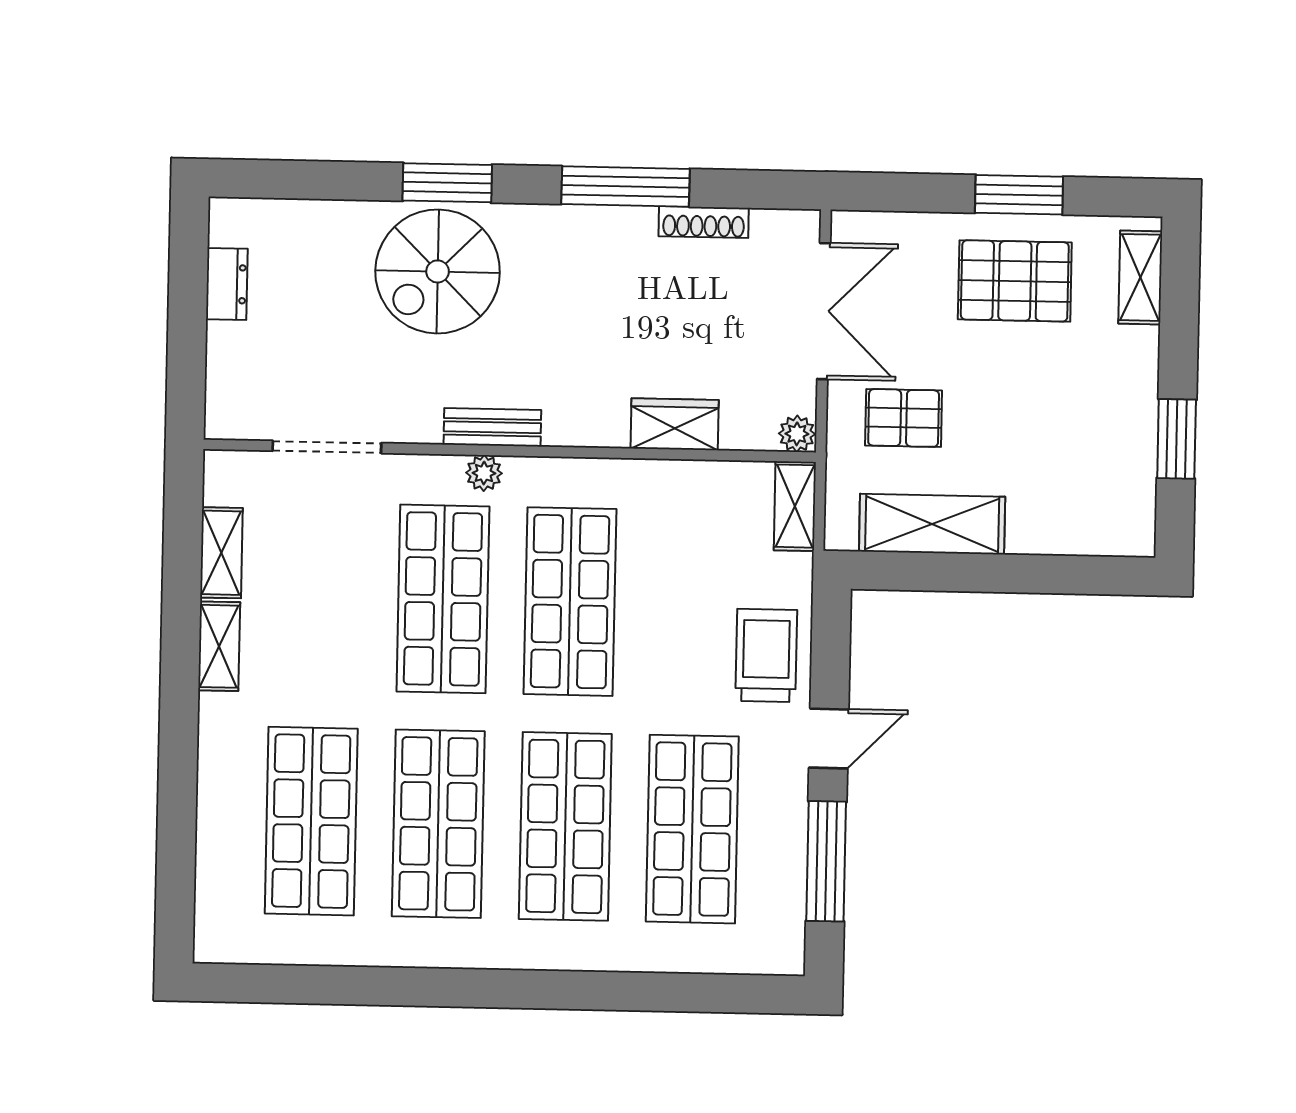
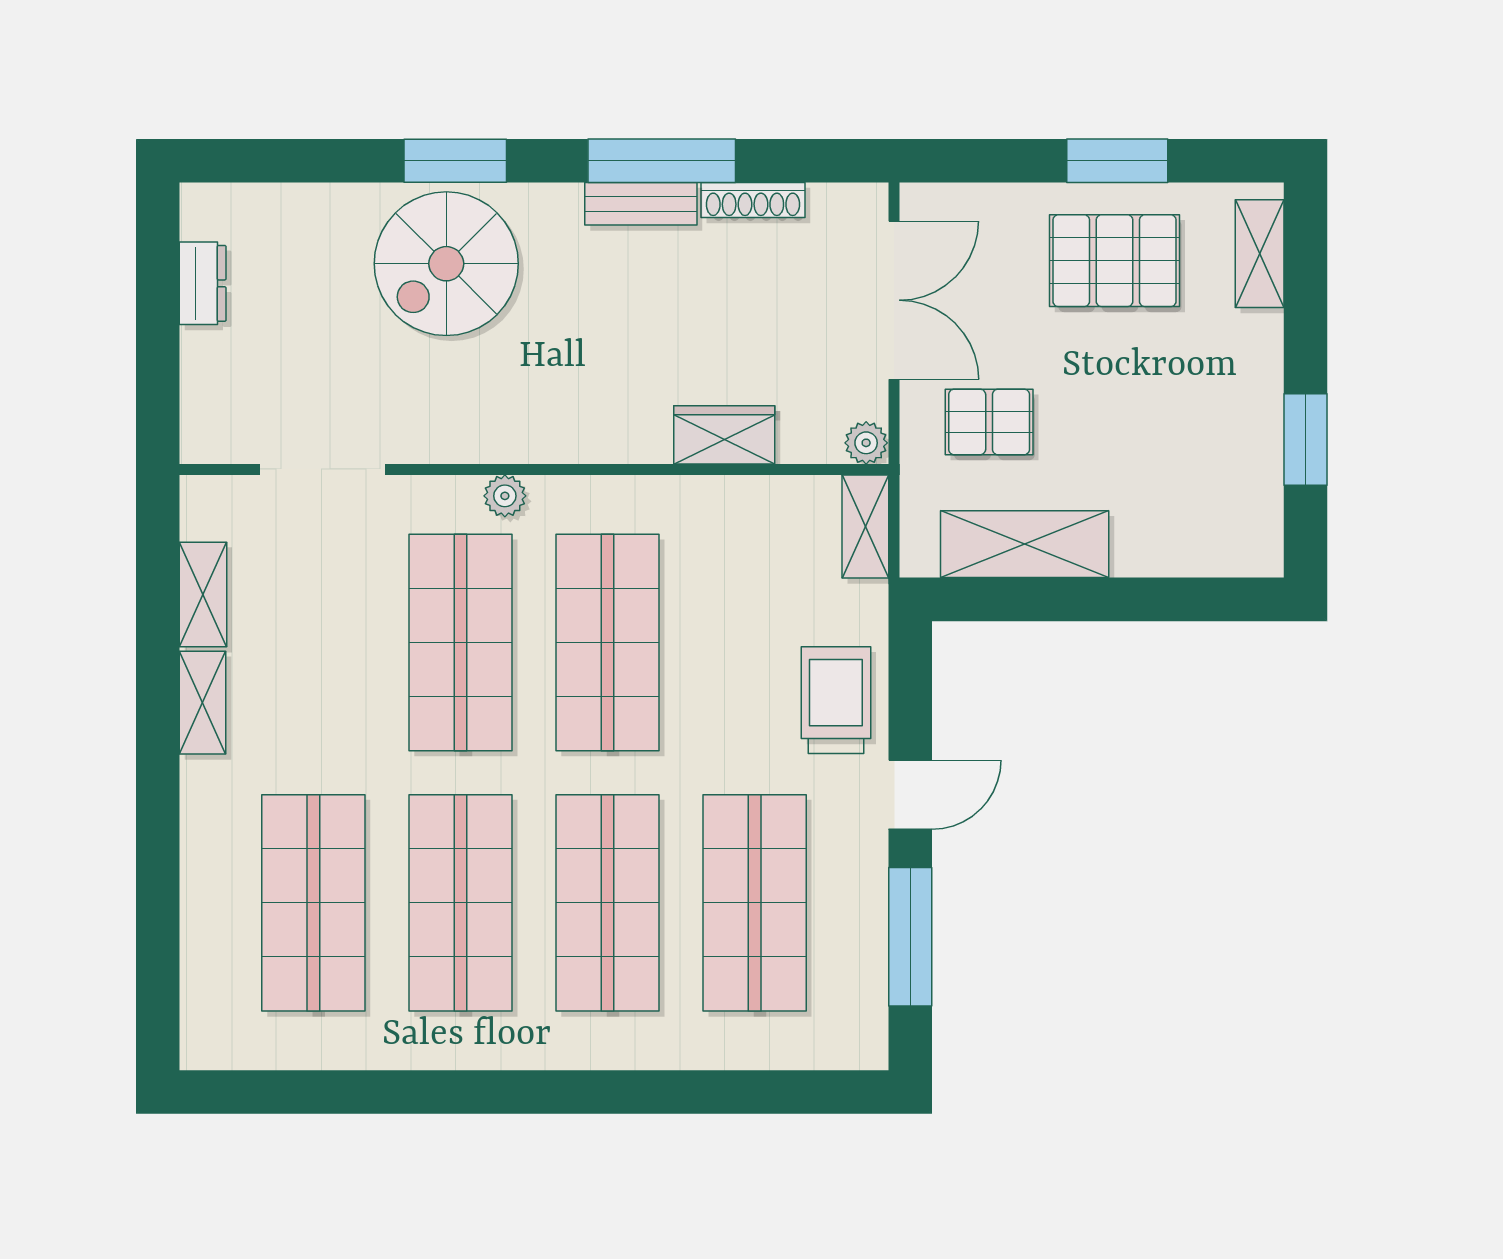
bench: (492, 427) -> (641, 204), moved

